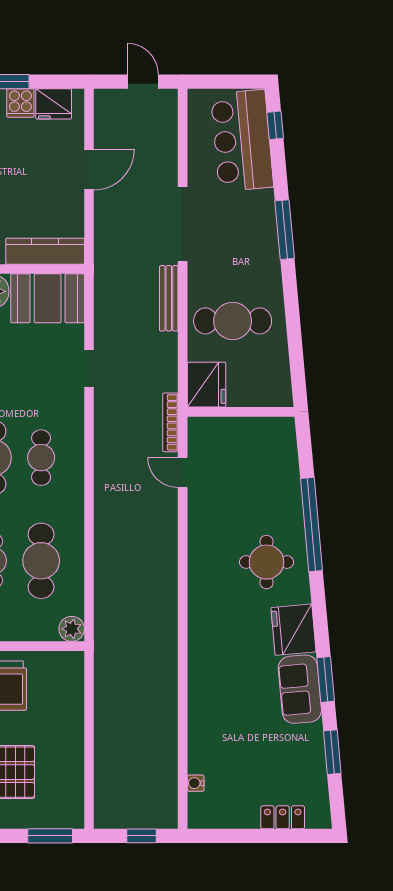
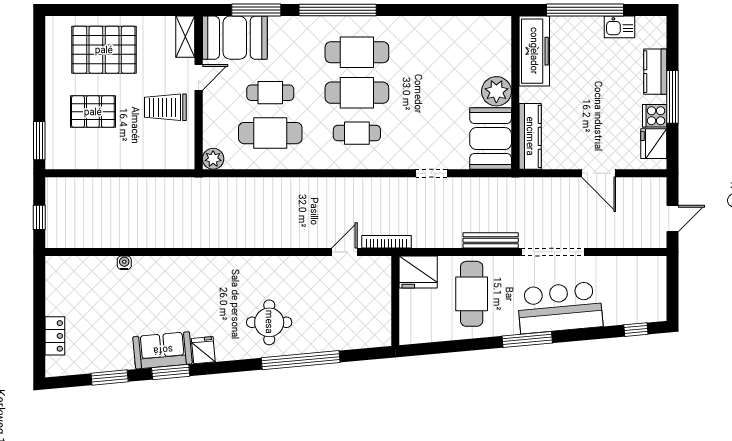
bar counter: (242, 141) -> (560, 308), moved
window: (285, 230) -> (527, 339), moved
fridge: (293, 630) -> (203, 350), width x0.53, depth x0.75
water cooler: (196, 783) -> (124, 263), moved

